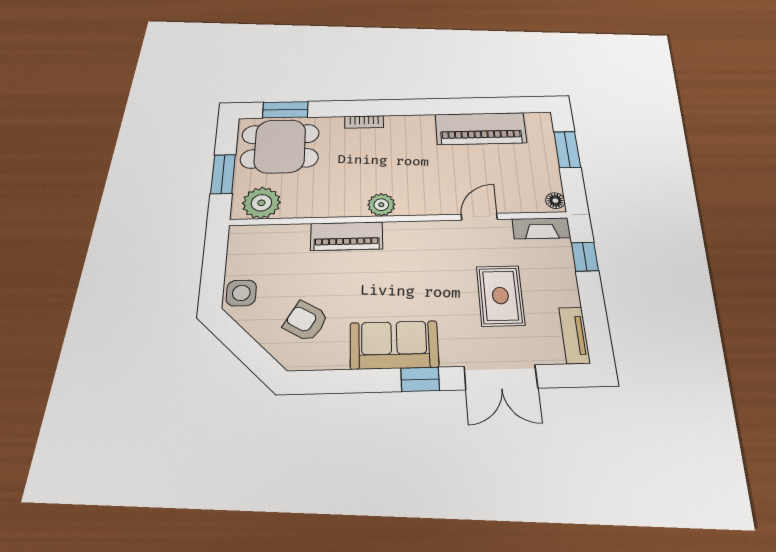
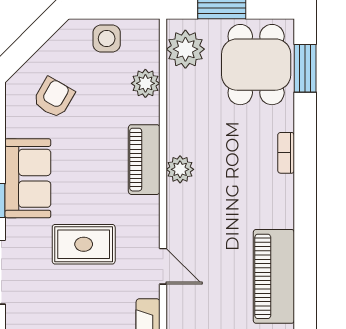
plant: (294, 236) -> (145, 83), added
piano: (347, 236) -> (144, 160), moved
side table: (241, 293) -> (107, 39), moved
rug: (500, 296) -> (84, 244), moved

